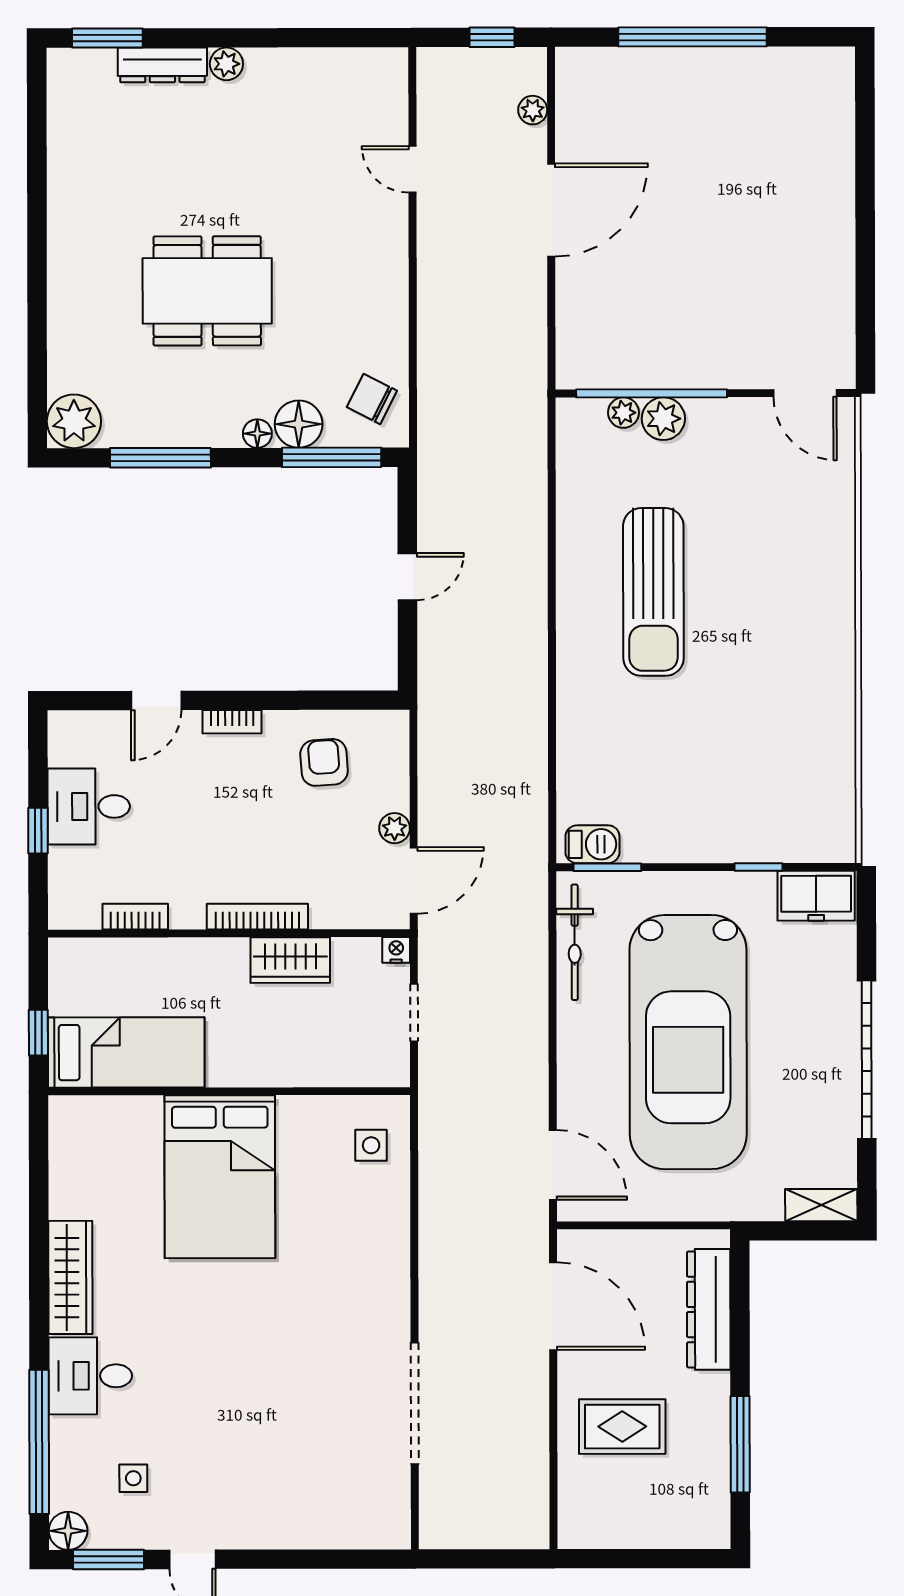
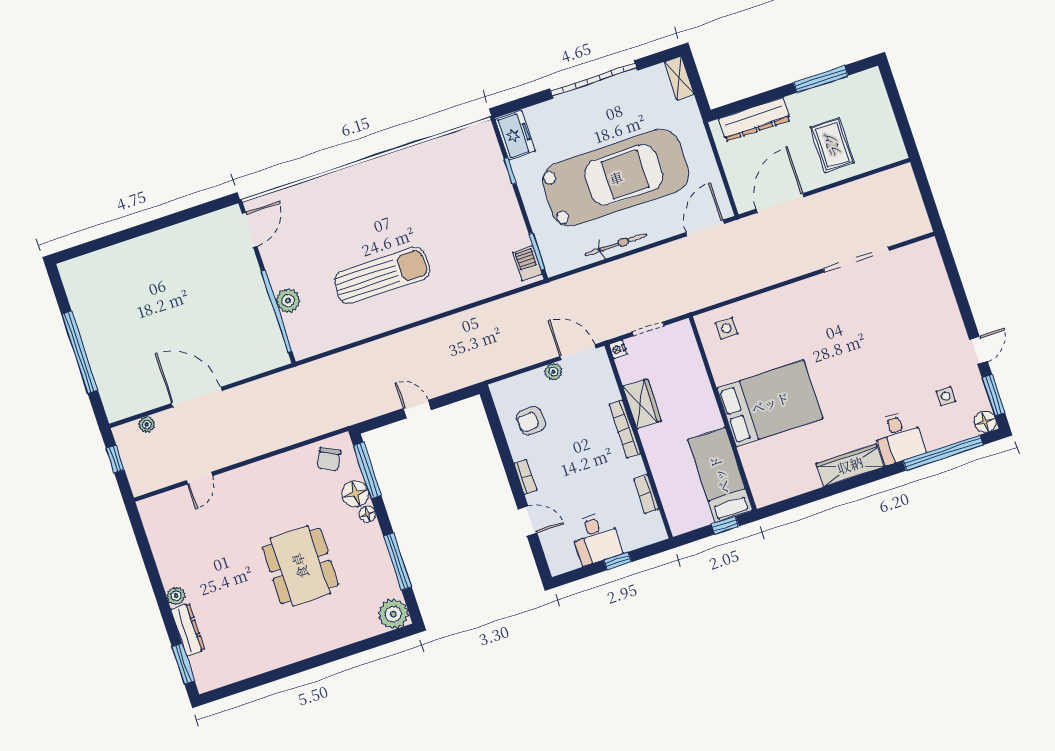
plant: (623, 413) -> (292, 323), removed
bicycle: (575, 942) -> (616, 245), moved

